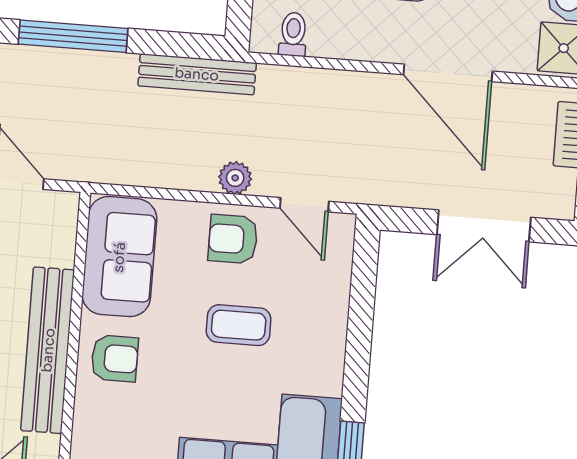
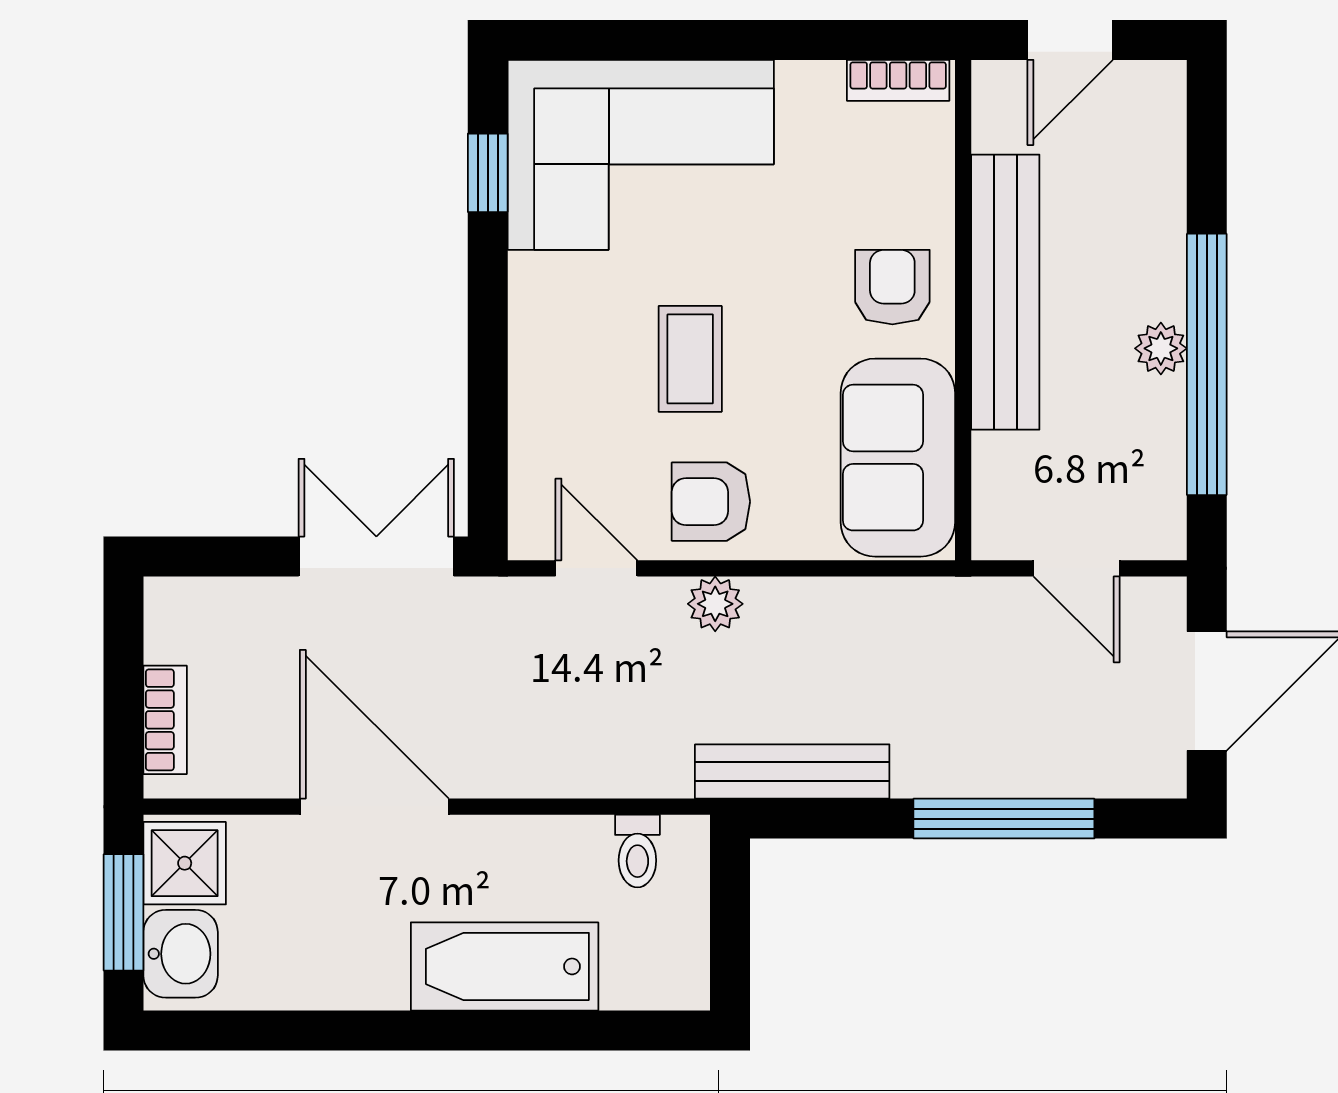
double door: (484, 226) -> (376, 556), moved
armchair: (233, 239) -> (711, 502), turned 180
coffee table: (239, 325) -> (690, 359), turned 90
armchair: (115, 358) -> (892, 287), turned 90

